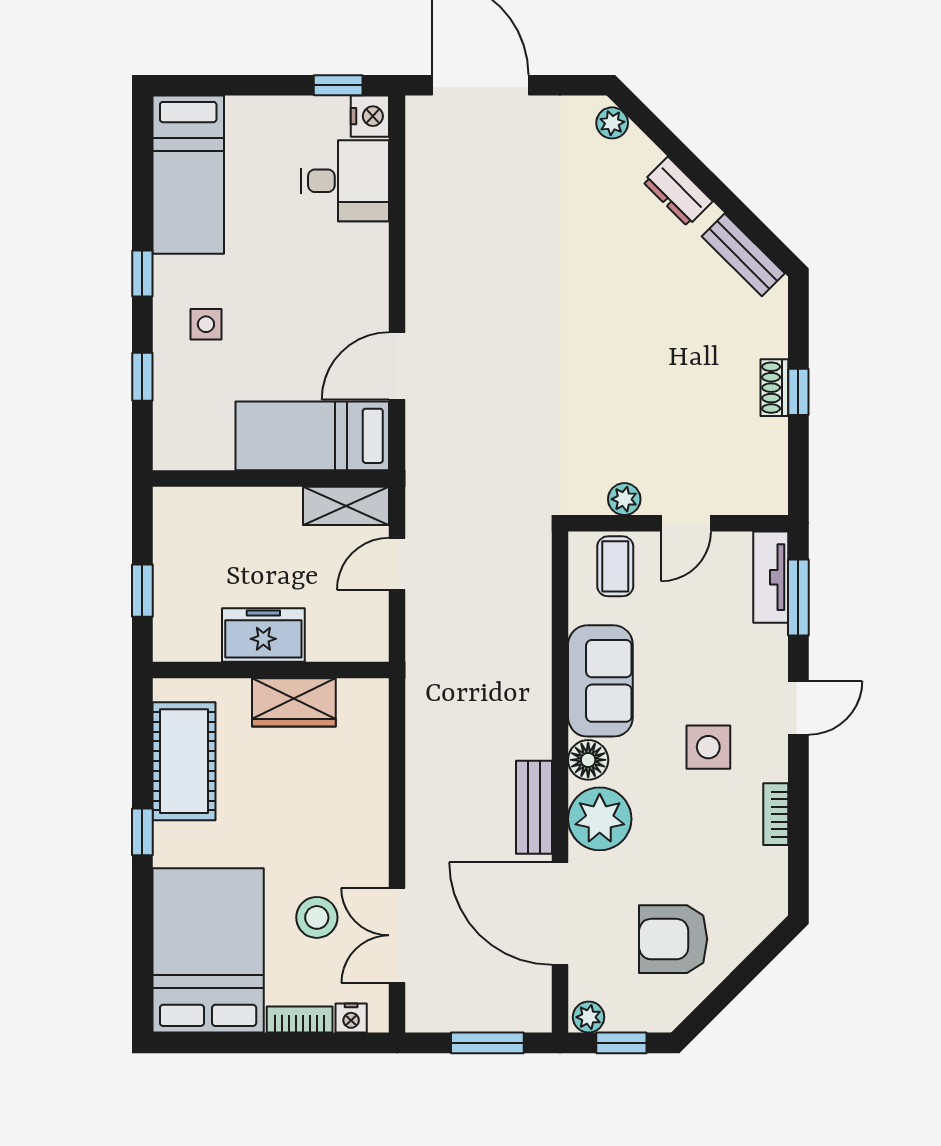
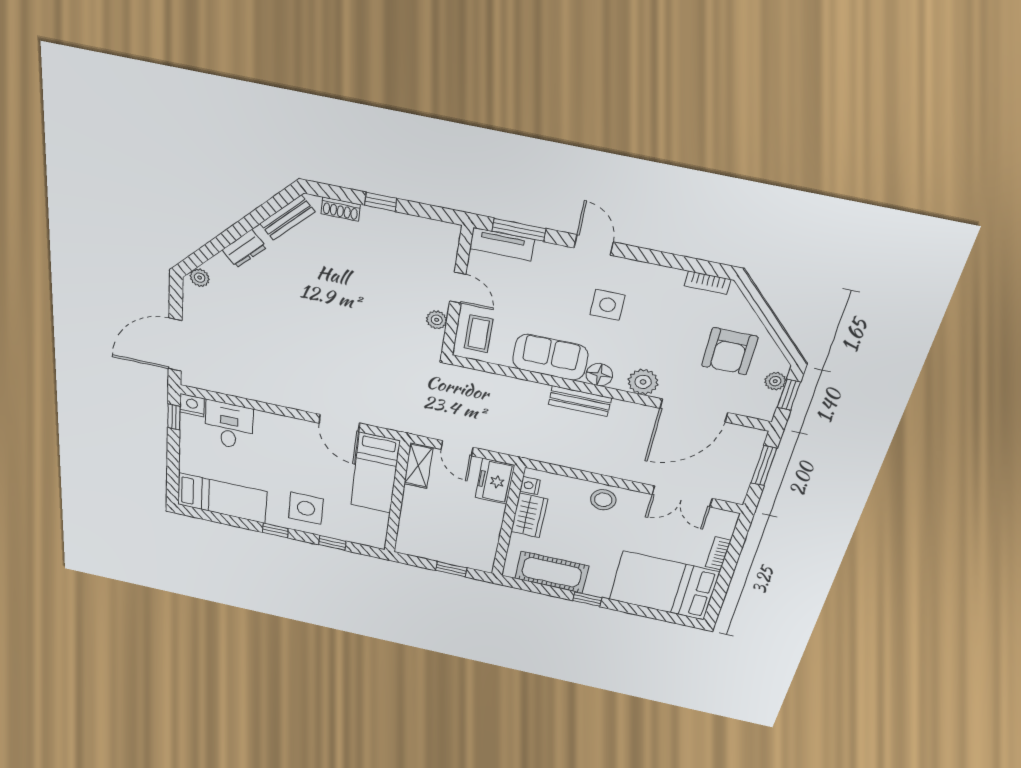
side table: (206, 324) -> (306, 508), width x1.87, depth x1.87
shoe rack: (774, 388) -> (341, 209), moved
coffee table: (615, 566) -> (479, 334), turned 90
freezer: (263, 635) -> (495, 481), moved
bench: (534, 807) -> (580, 401), moved
bookcase: (776, 814) -> (708, 283), moved
plant: (600, 819) -> (643, 382), width x0.73, depth x0.73
stool: (317, 917) -> (603, 500), moved
plant: (589, 1017) -> (775, 381), moved
nightstand: (351, 1018) -> (530, 486), moved, turned 180

